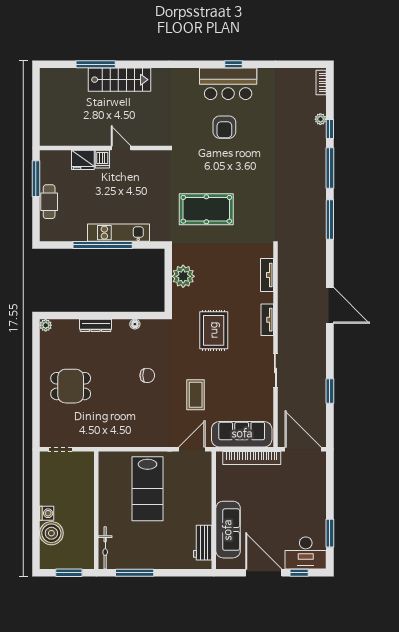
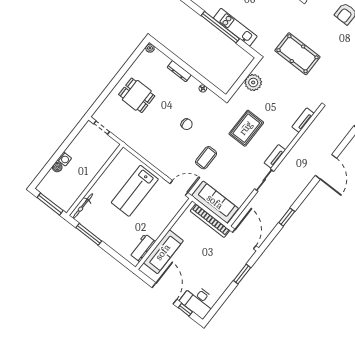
tv unit: (267, 320) -> (275, 156), moved
boiler: (51, 533) -> (57, 167), width x0.54, depth x0.54
window: (330, 533) -> (242, 274), moved
window: (69, 573) -> (50, 204), width x1.44

